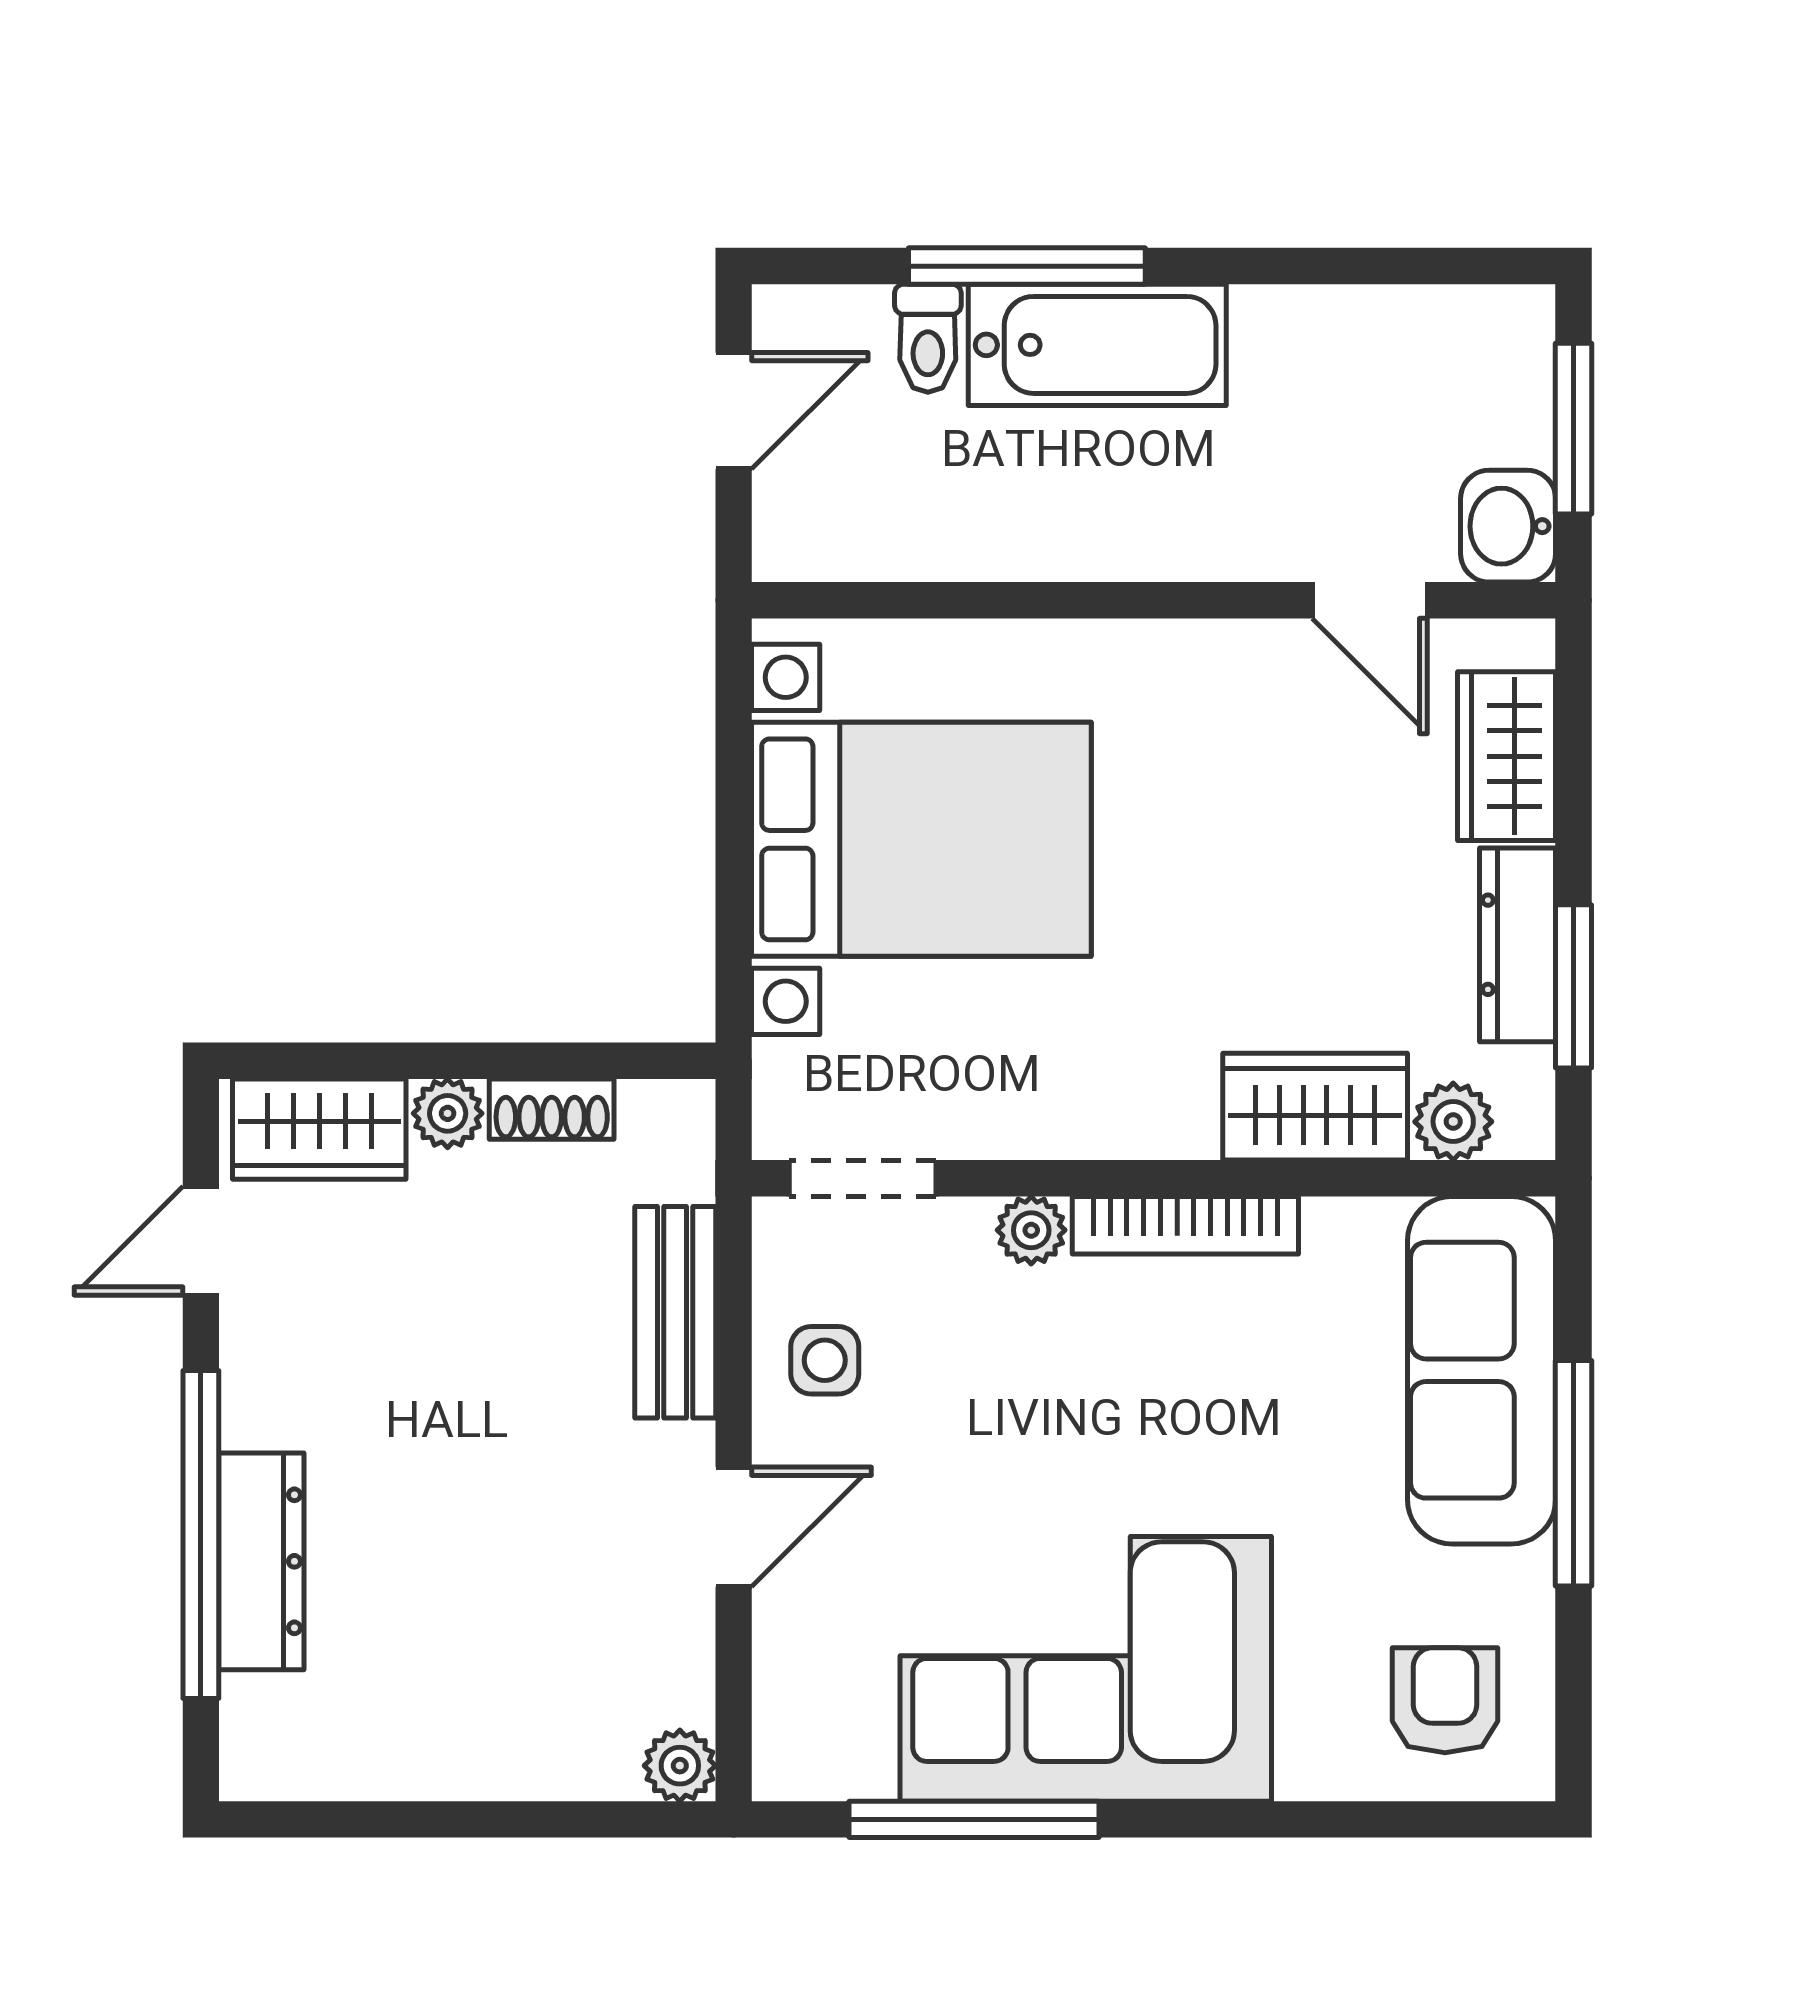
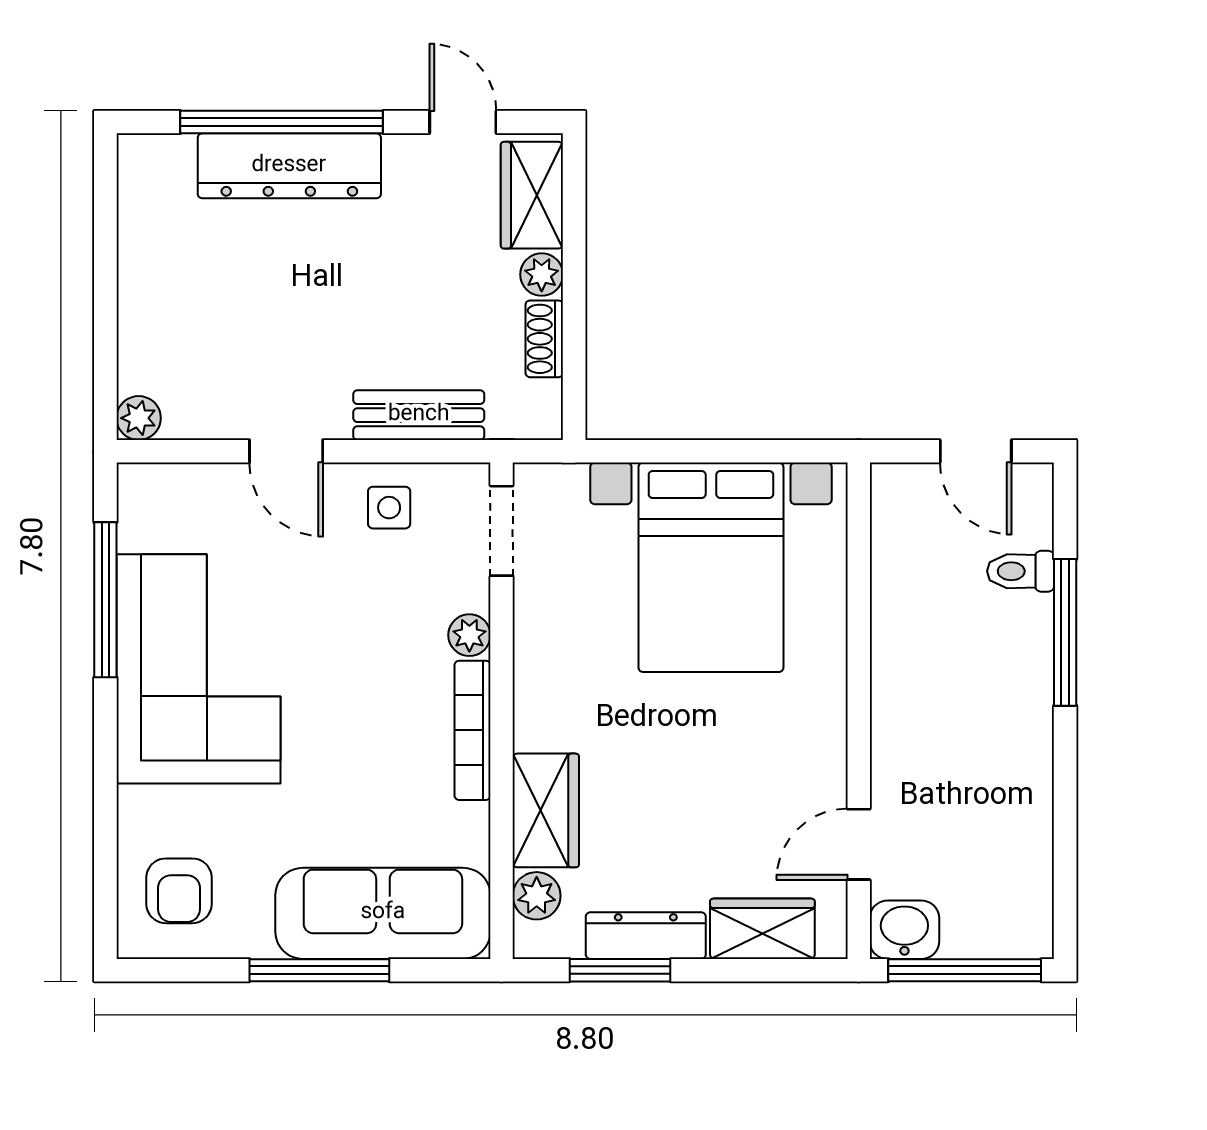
bathtub: (1097, 345) -> (1016, 676), removed
window: (1574, 429) -> (965, 970), width x1.44
dresser: (261, 1561) -> (289, 166), width x1.37, depth x1.24
armchair: (1445, 1700) -> (179, 891), turned 90

